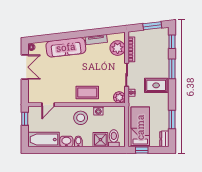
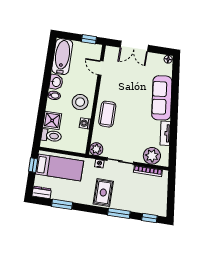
window: (152, 26) -> (171, 199), removed
double door: (25, 67) -> (134, 46), moved

